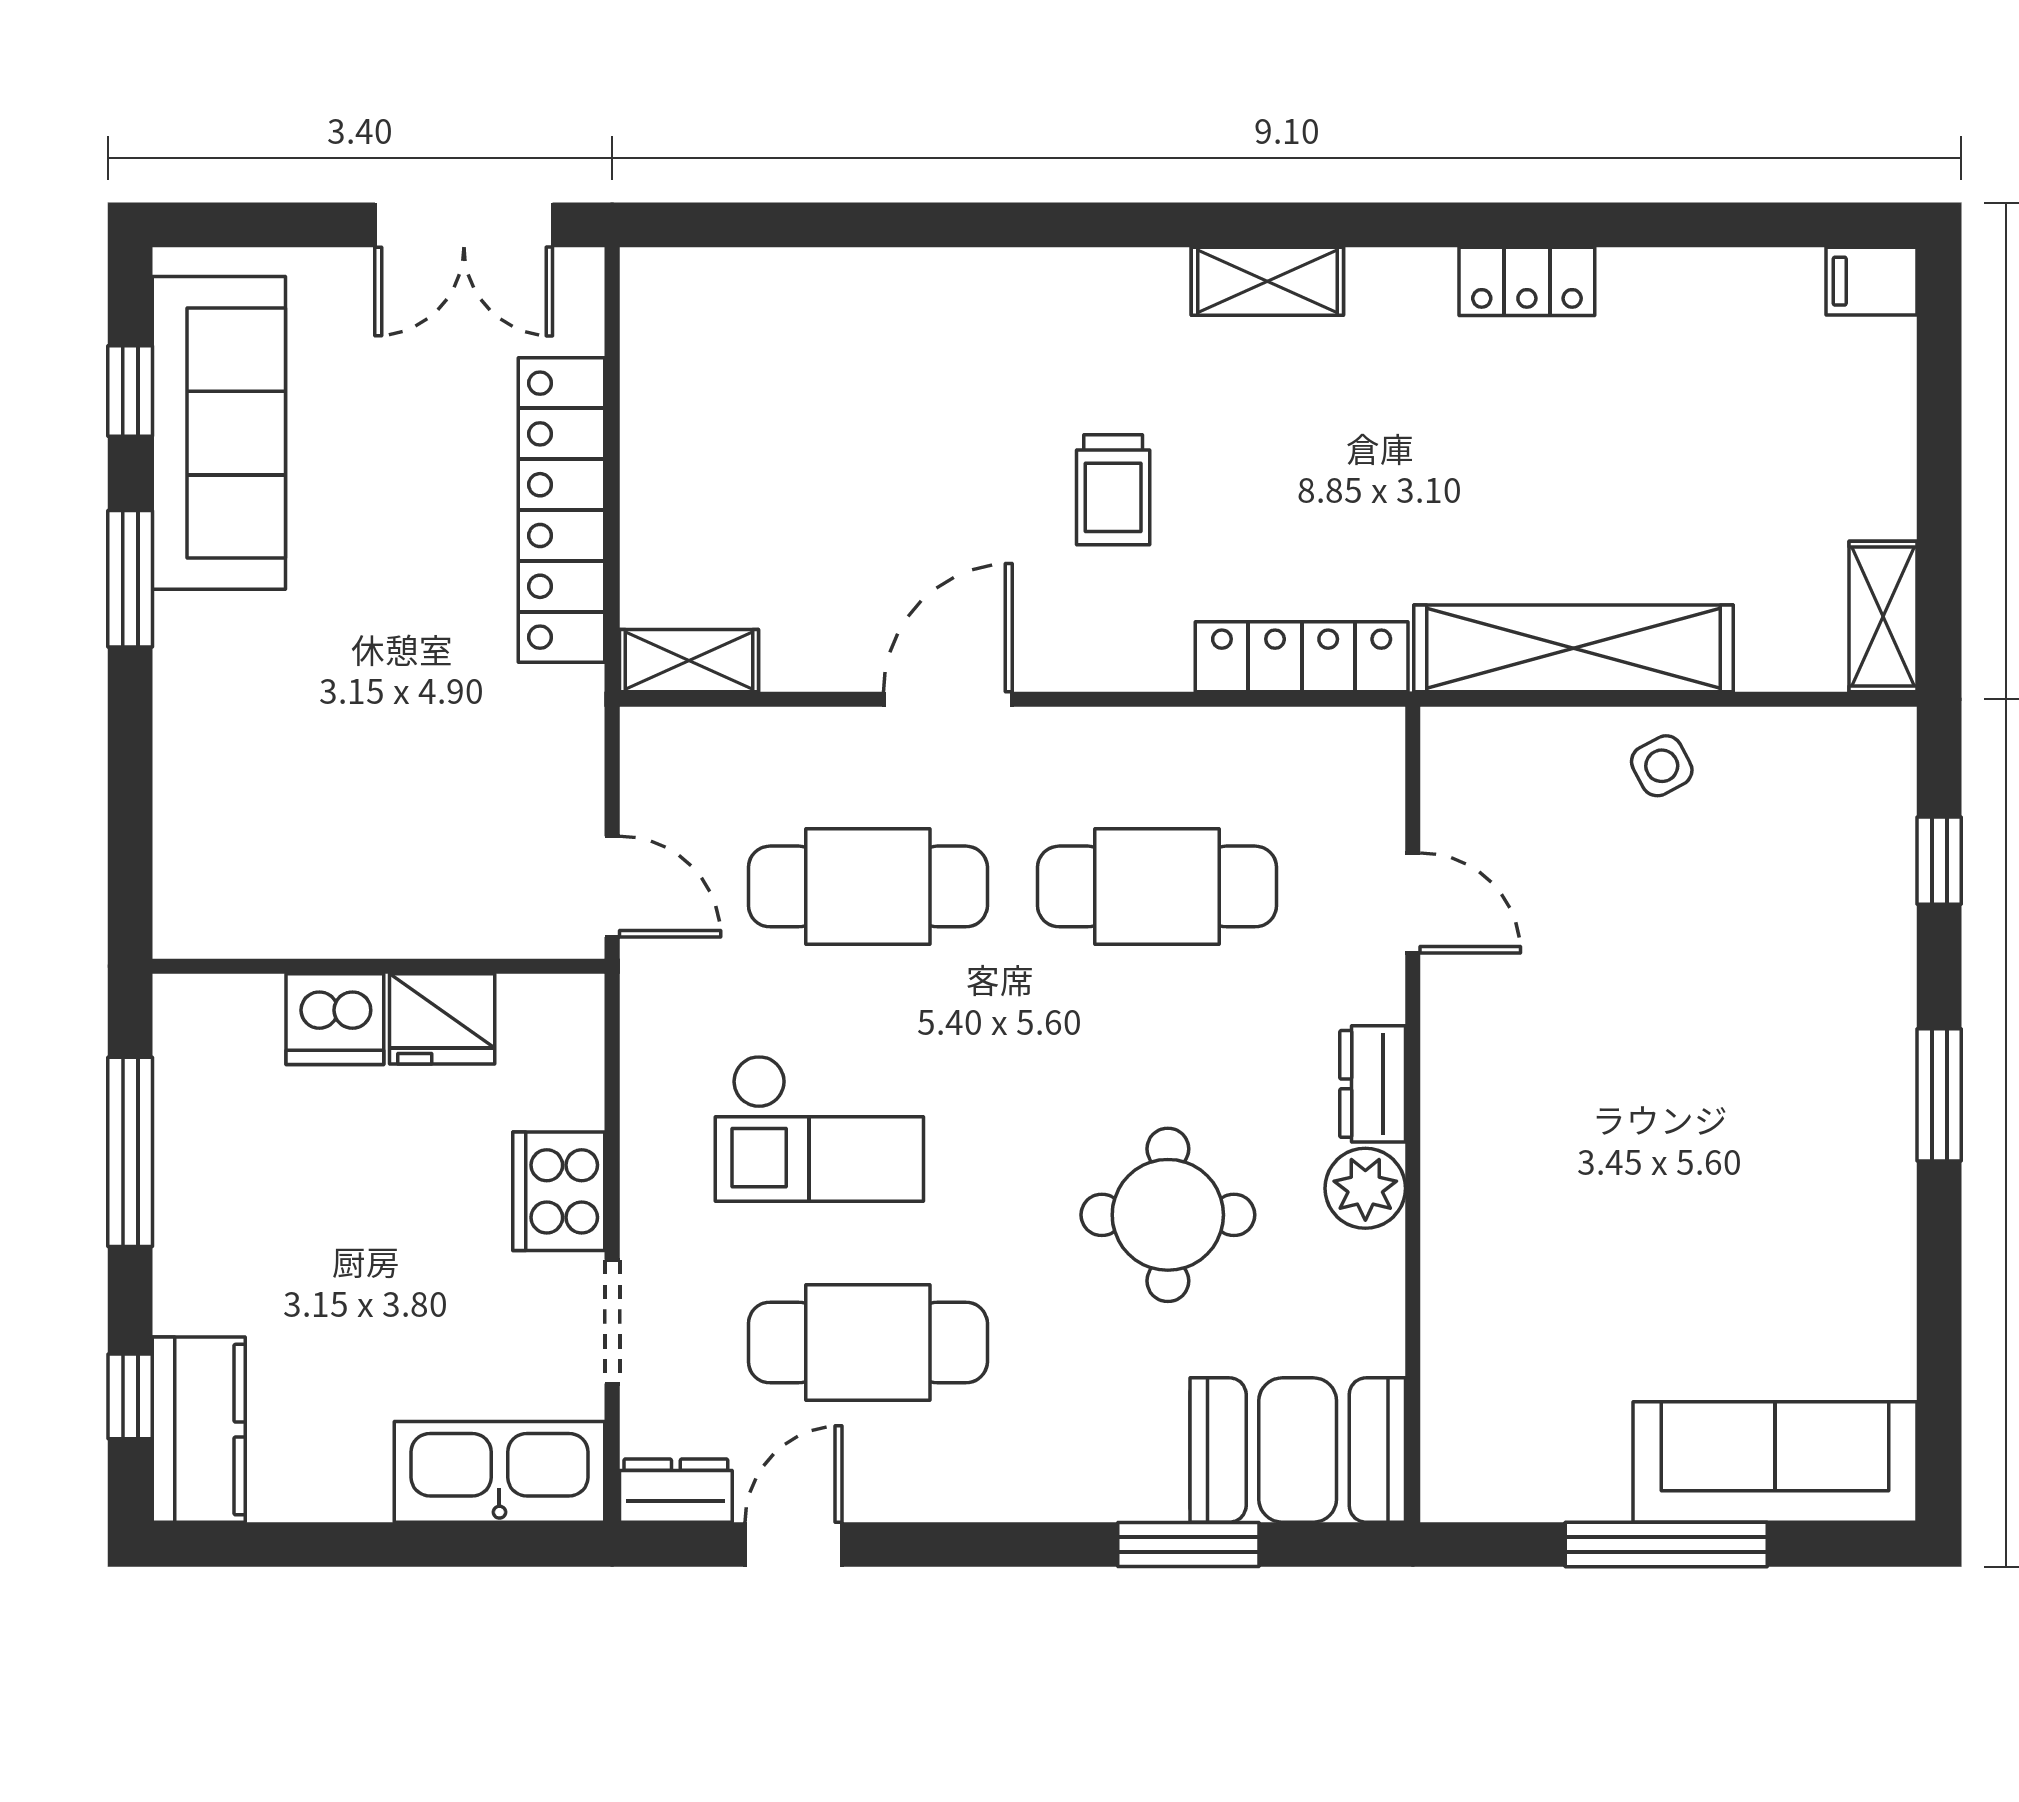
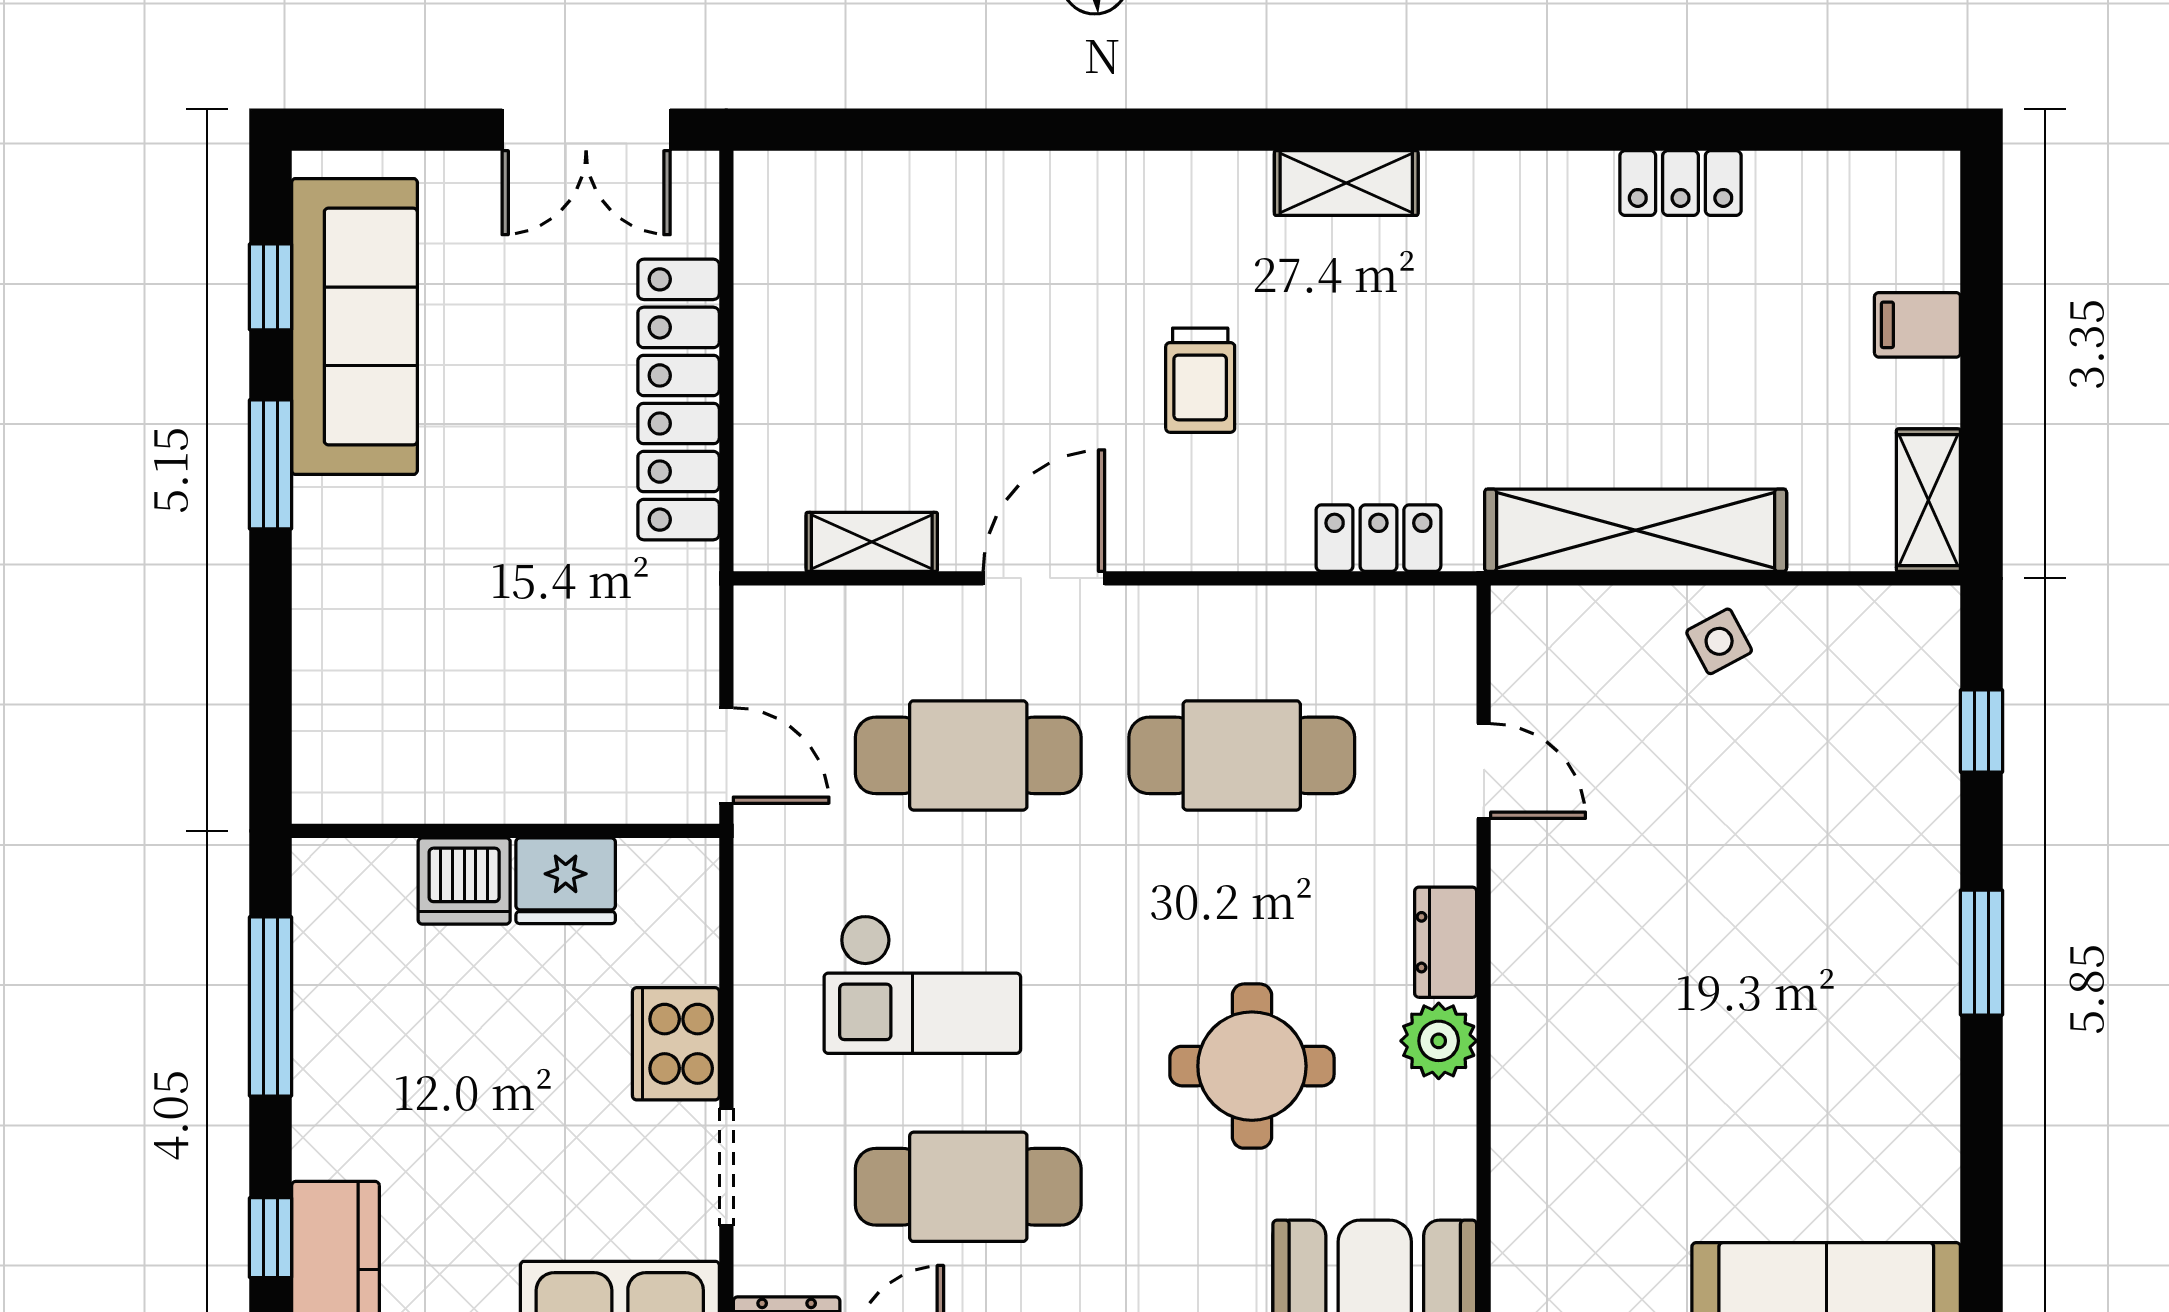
locker: (1527, 281) -> (1681, 183), moved
filing cabinet: (1872, 281) -> (1917, 325), moved
locker: (1302, 657) -> (1378, 538), width x0.66
shelving: (689, 661) -> (872, 542), moved

